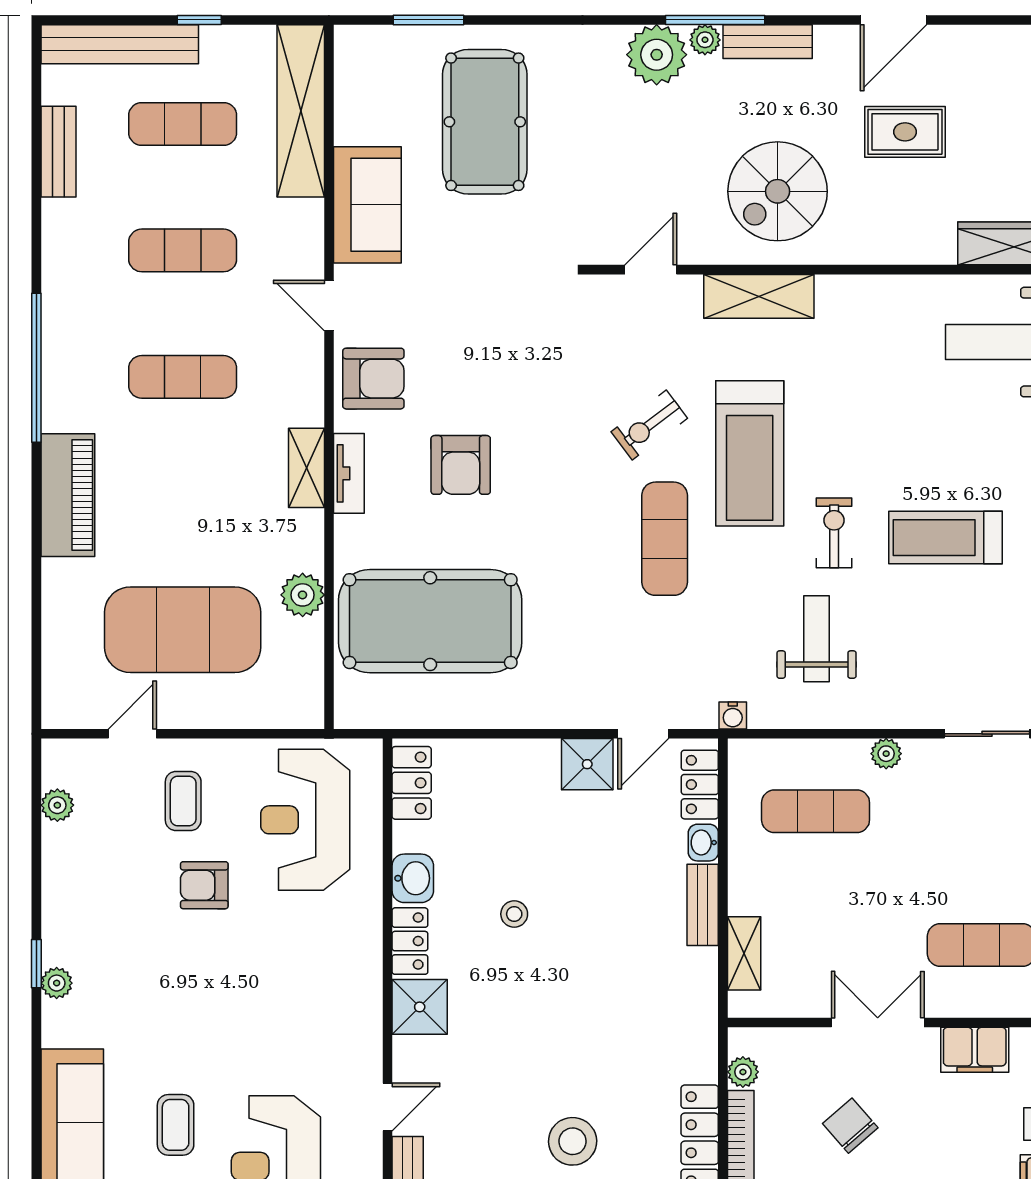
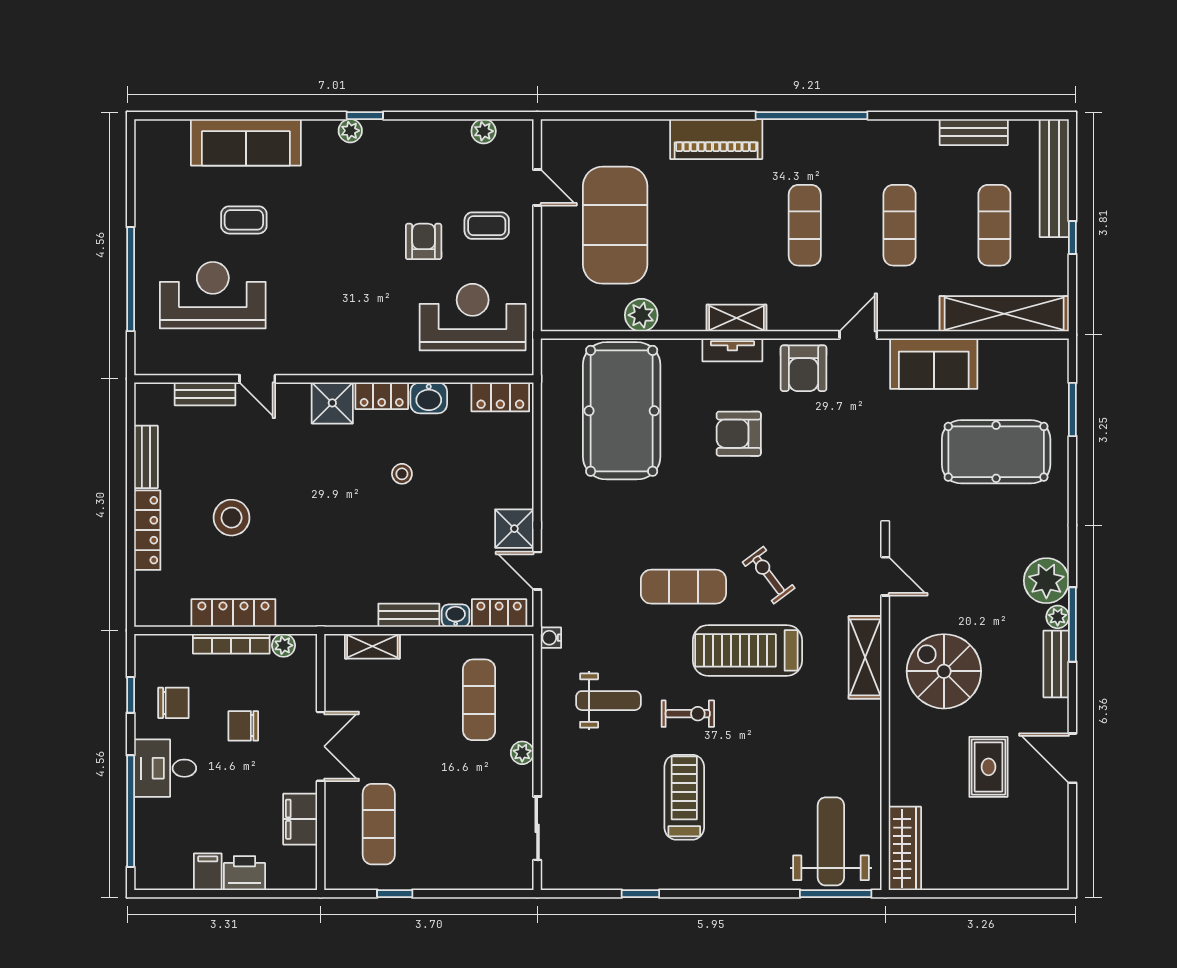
chair: (850, 1126) -> (243, 726), turned -139

